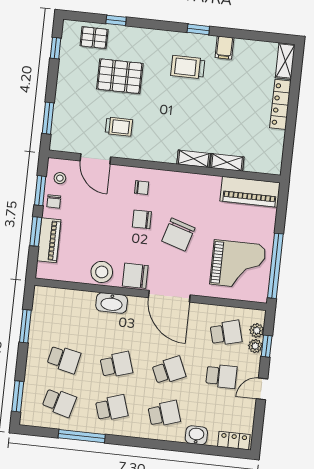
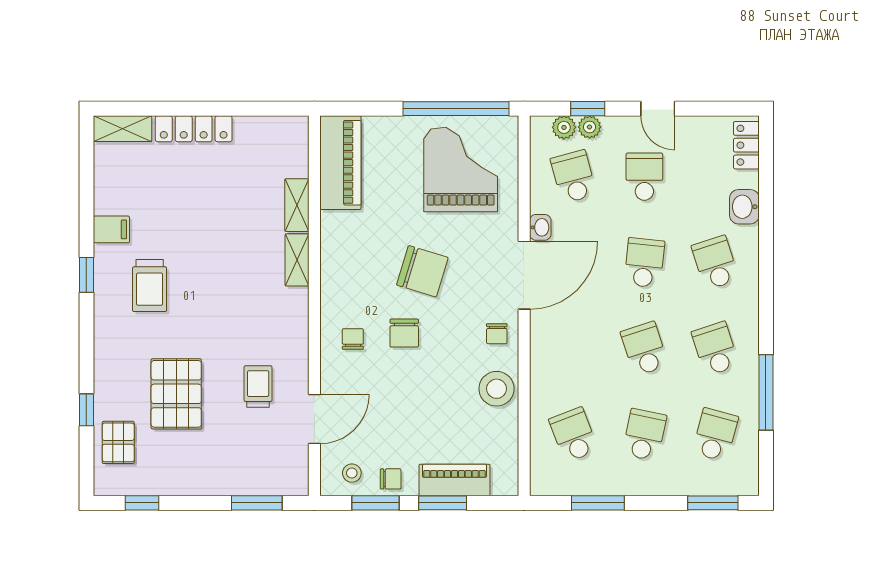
chair: (135, 276) -> (497, 334), width x0.54, depth x0.54
washbasin: (112, 303) -> (540, 227), moved, width x0.52, depth x0.69
school desk: (69, 316) -> (573, 435), added
school desk: (169, 371) -> (644, 263), turned 30

